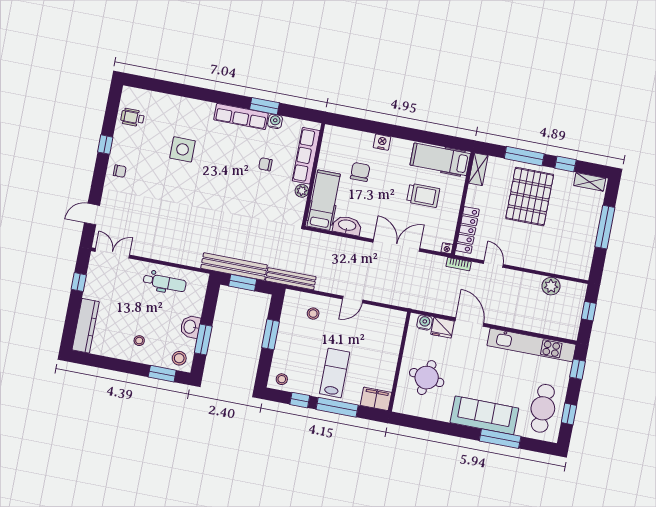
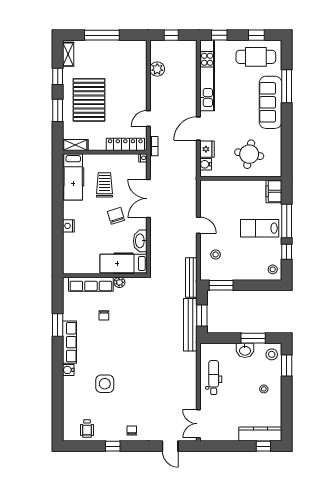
water cooler: (275, 121) -> (68, 370), moved
window: (524, 156) -> (58, 110), width x0.69
chair: (360, 172) -> (116, 216), moved, turned 73
pallet: (530, 196) -> (89, 100), turned 90
window: (79, 282) -> (263, 446), moved
window: (270, 334) -> (221, 285), moved

